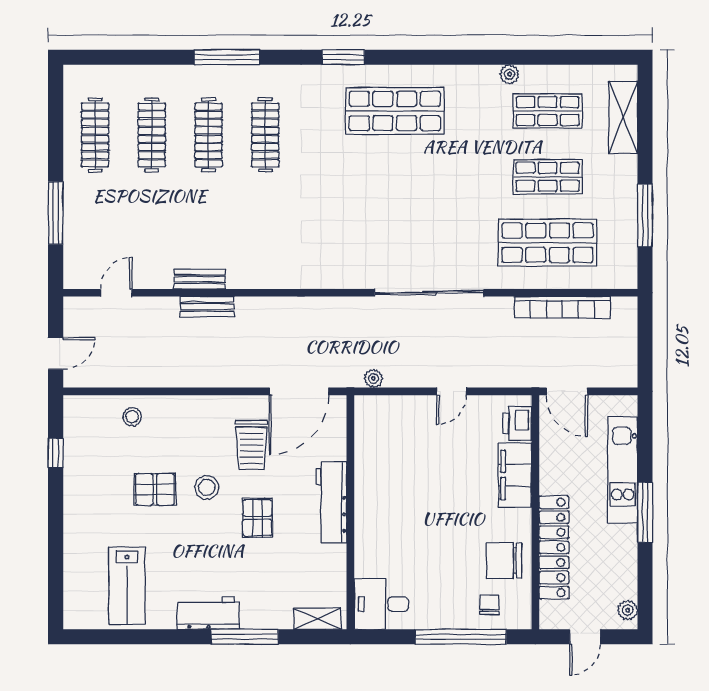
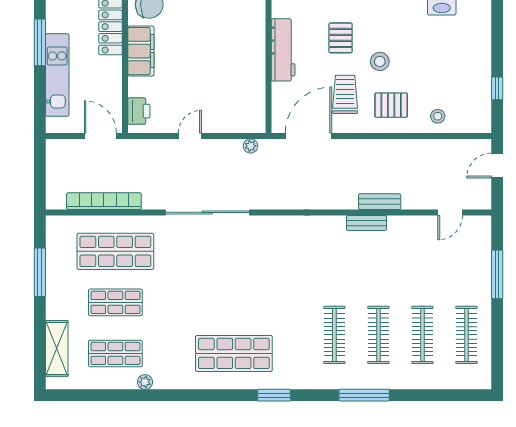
bench: (200, 279) -> (366, 223), moved
filing cabinet: (515, 475) -> (141, 51), moved
pallet: (155, 489) -> (391, 105), moved

